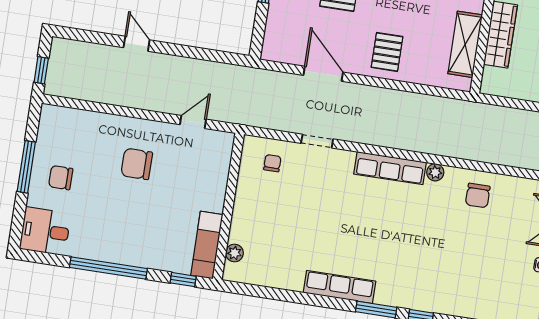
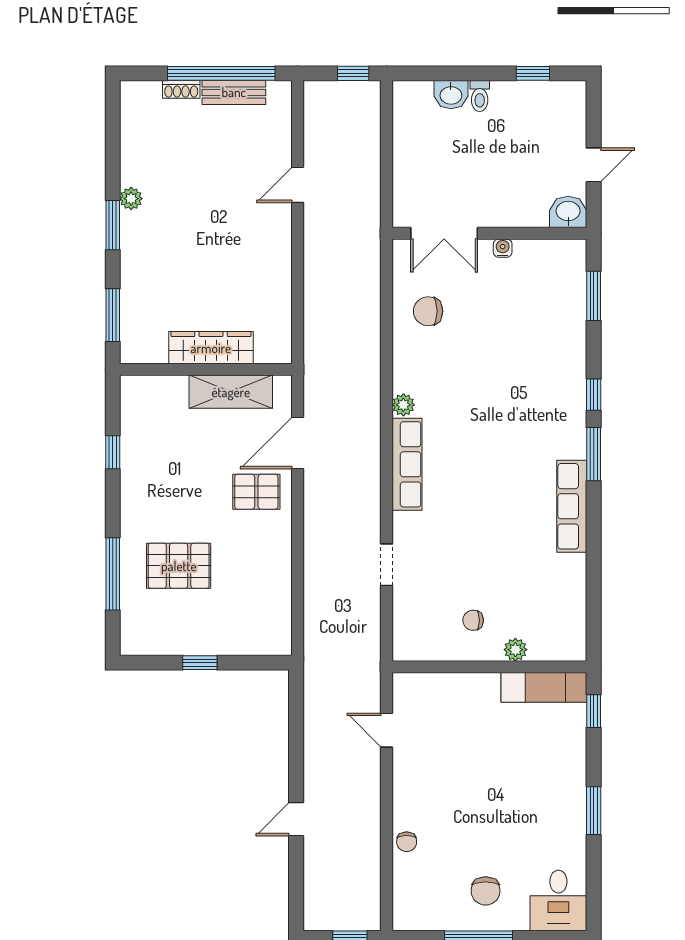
door: (323, 74) -> (298, 443), moved
chair: (272, 163) -> (473, 620), moved
chair: (137, 164) -> (407, 842), moved, width x0.54, depth x0.54
chair: (478, 195) -> (428, 311), moved, turned 180
plant: (234, 253) -> (515, 650), moved
window: (108, 268) -> (594, 811), width x0.47

